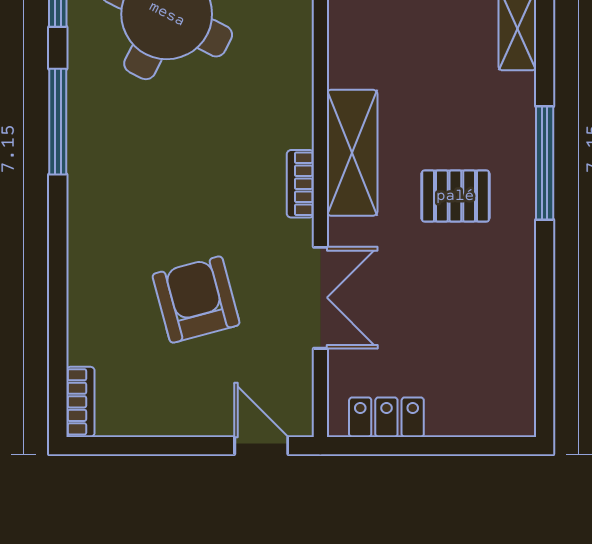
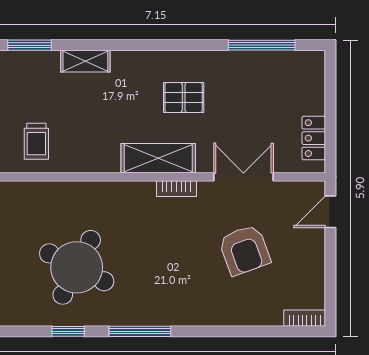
window: (545, 163) -> (262, 45), moved
pallet: (455, 196) -> (184, 97), turned 90
armchair: (196, 300) -> (245, 250), turned -95

